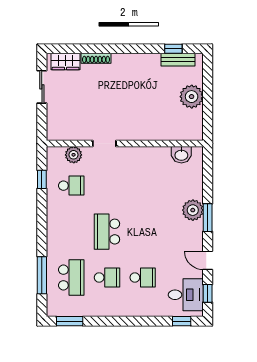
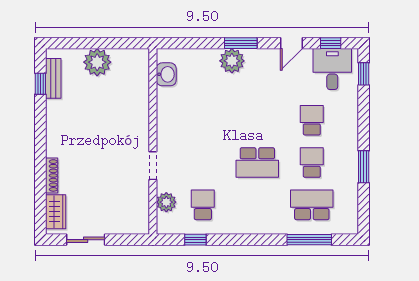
window: (70, 321) -> (364, 167), moved

